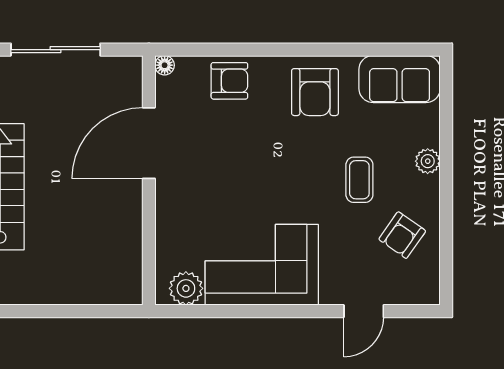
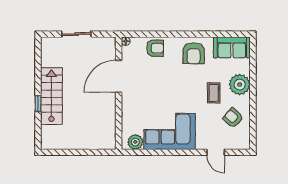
sliding door: (56, 50) -> (76, 34), width x0.73
plant: (428, 161) -> (240, 84), width x1.87, depth x1.87
armchair: (402, 235) -> (233, 118), turned 97
door: (364, 311) -> (216, 152), hinge flipped

